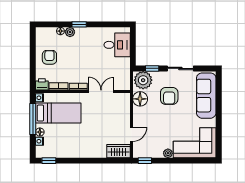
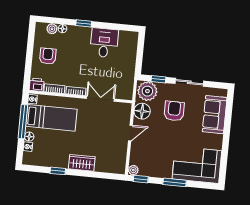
plant: (70, 32) -> (52, 29), moved
desk: (117, 45) -> (104, 43), moved, turned -90
armchair: (169, 96) -> (174, 111), turned 180
sofa: (206, 96) -> (215, 115), width x0.73
door: (131, 134) -> (130, 133), moved
wardrobe: (119, 151) -> (82, 163), moved
plant: (168, 153) -> (133, 170), moved
window: (49, 161) -> (58, 171), moved
window: (176, 161) -> (175, 182), added

